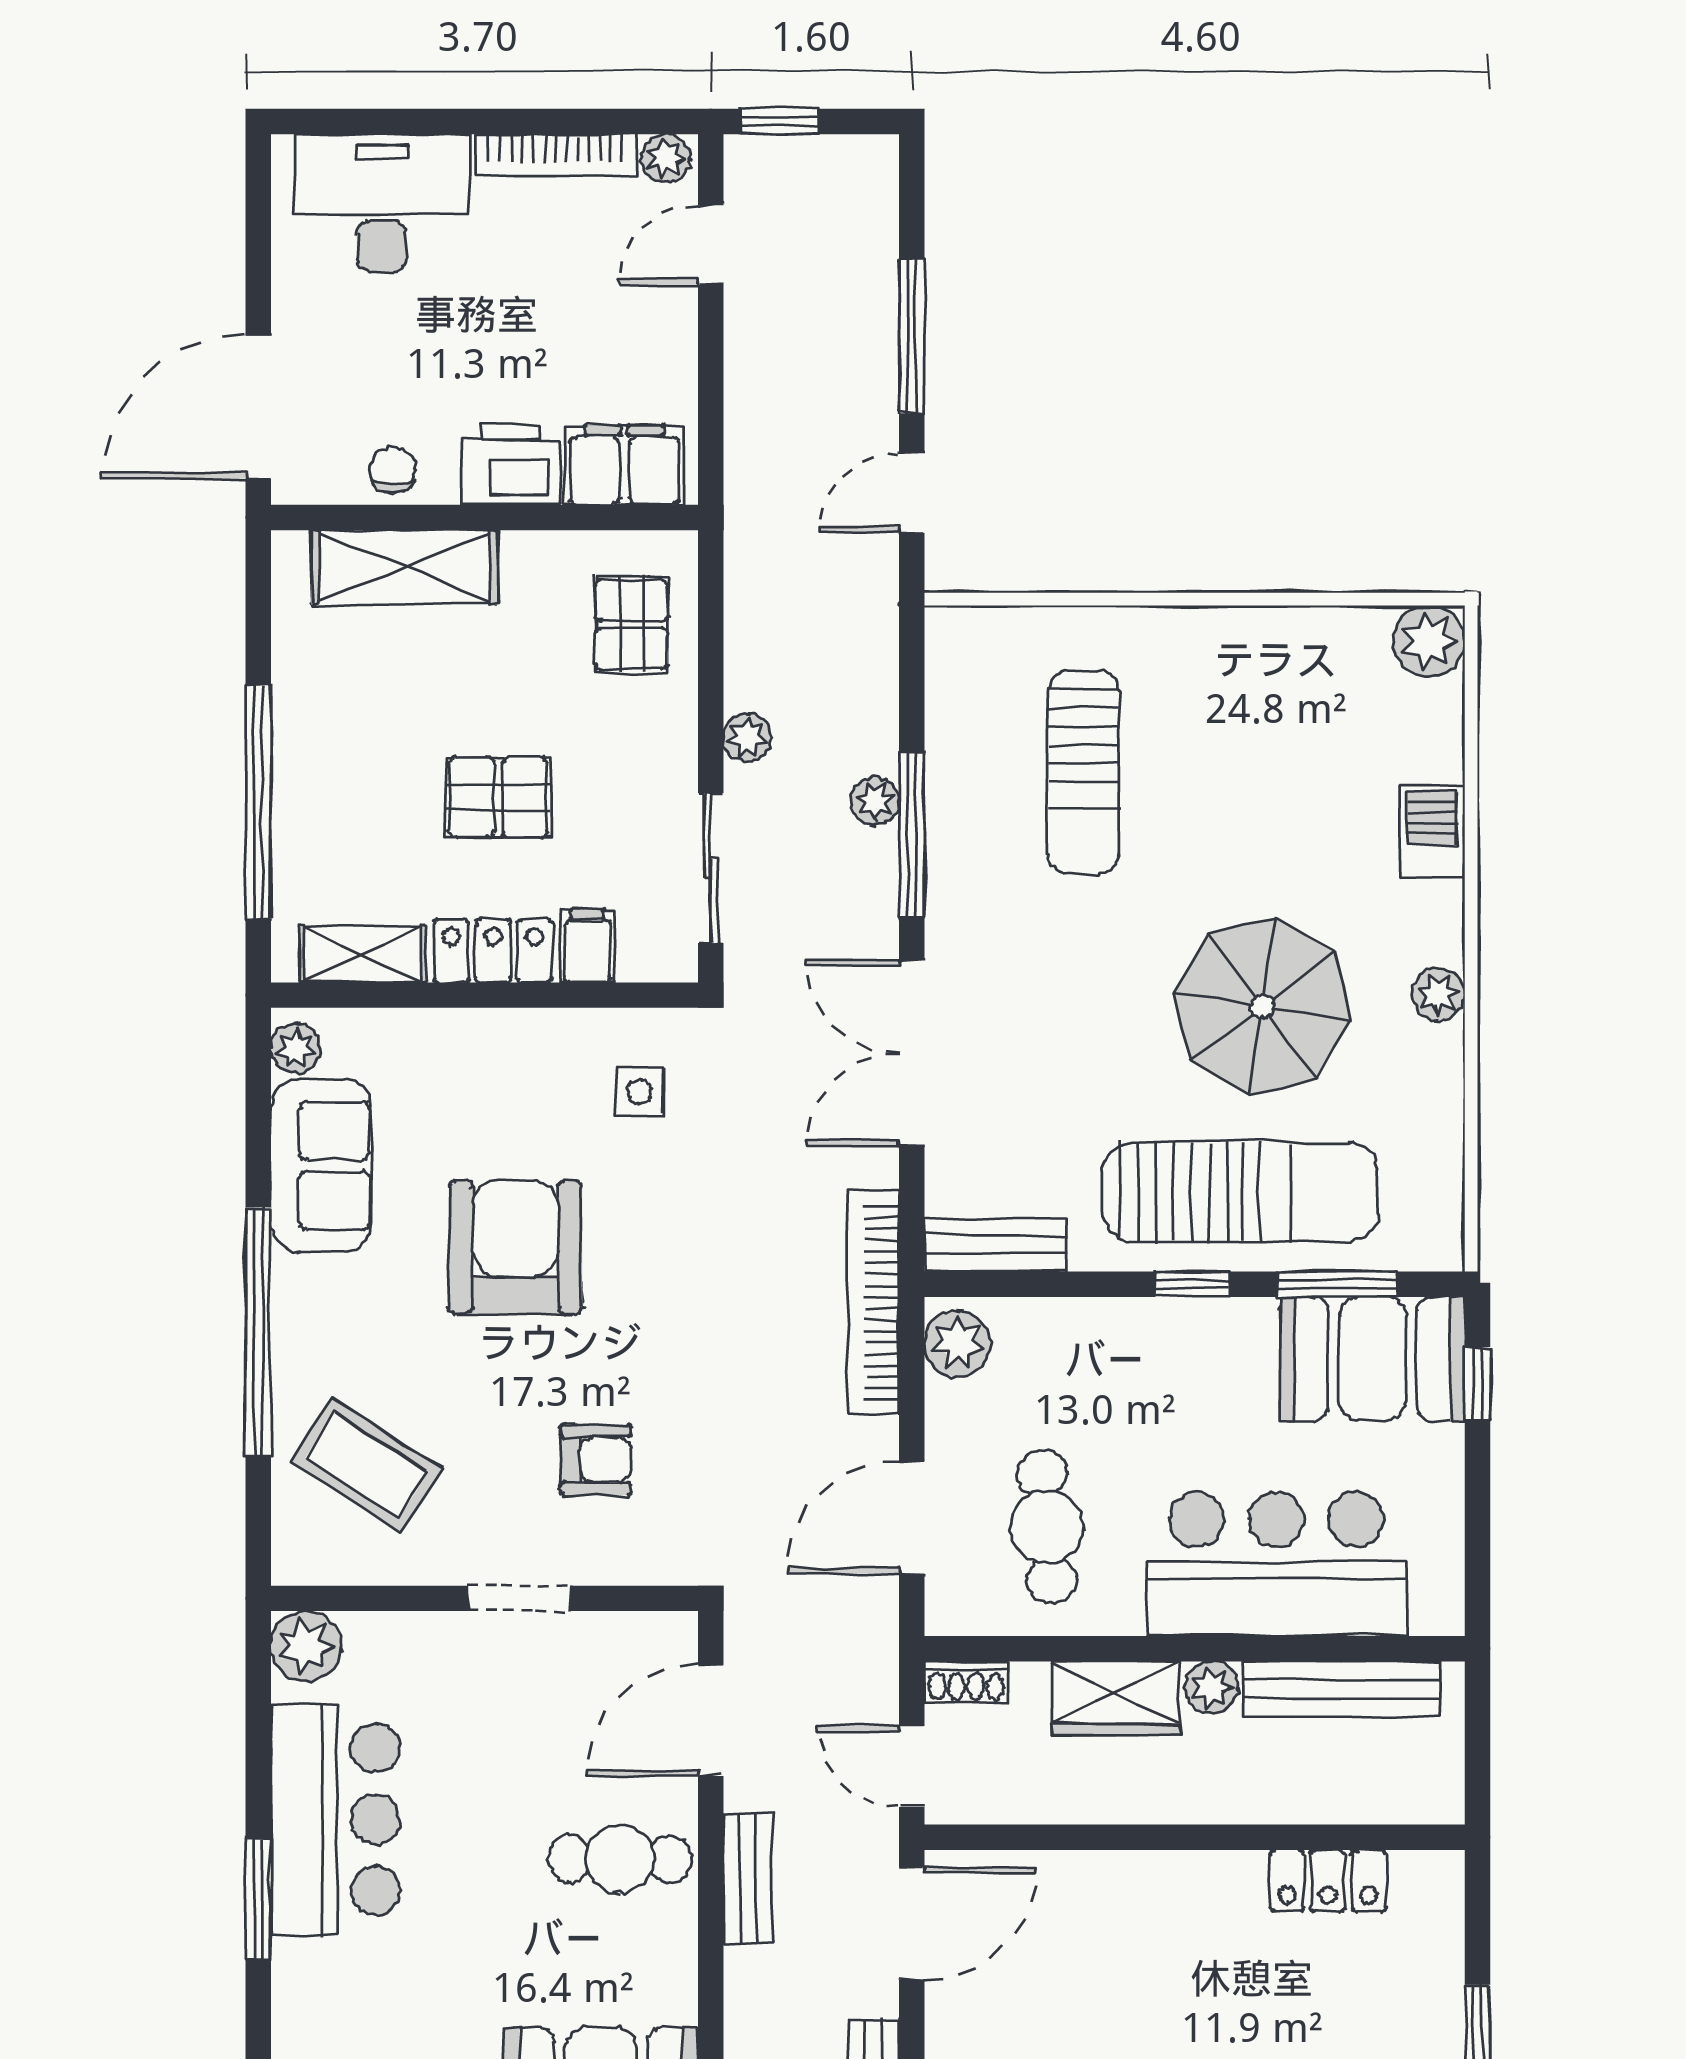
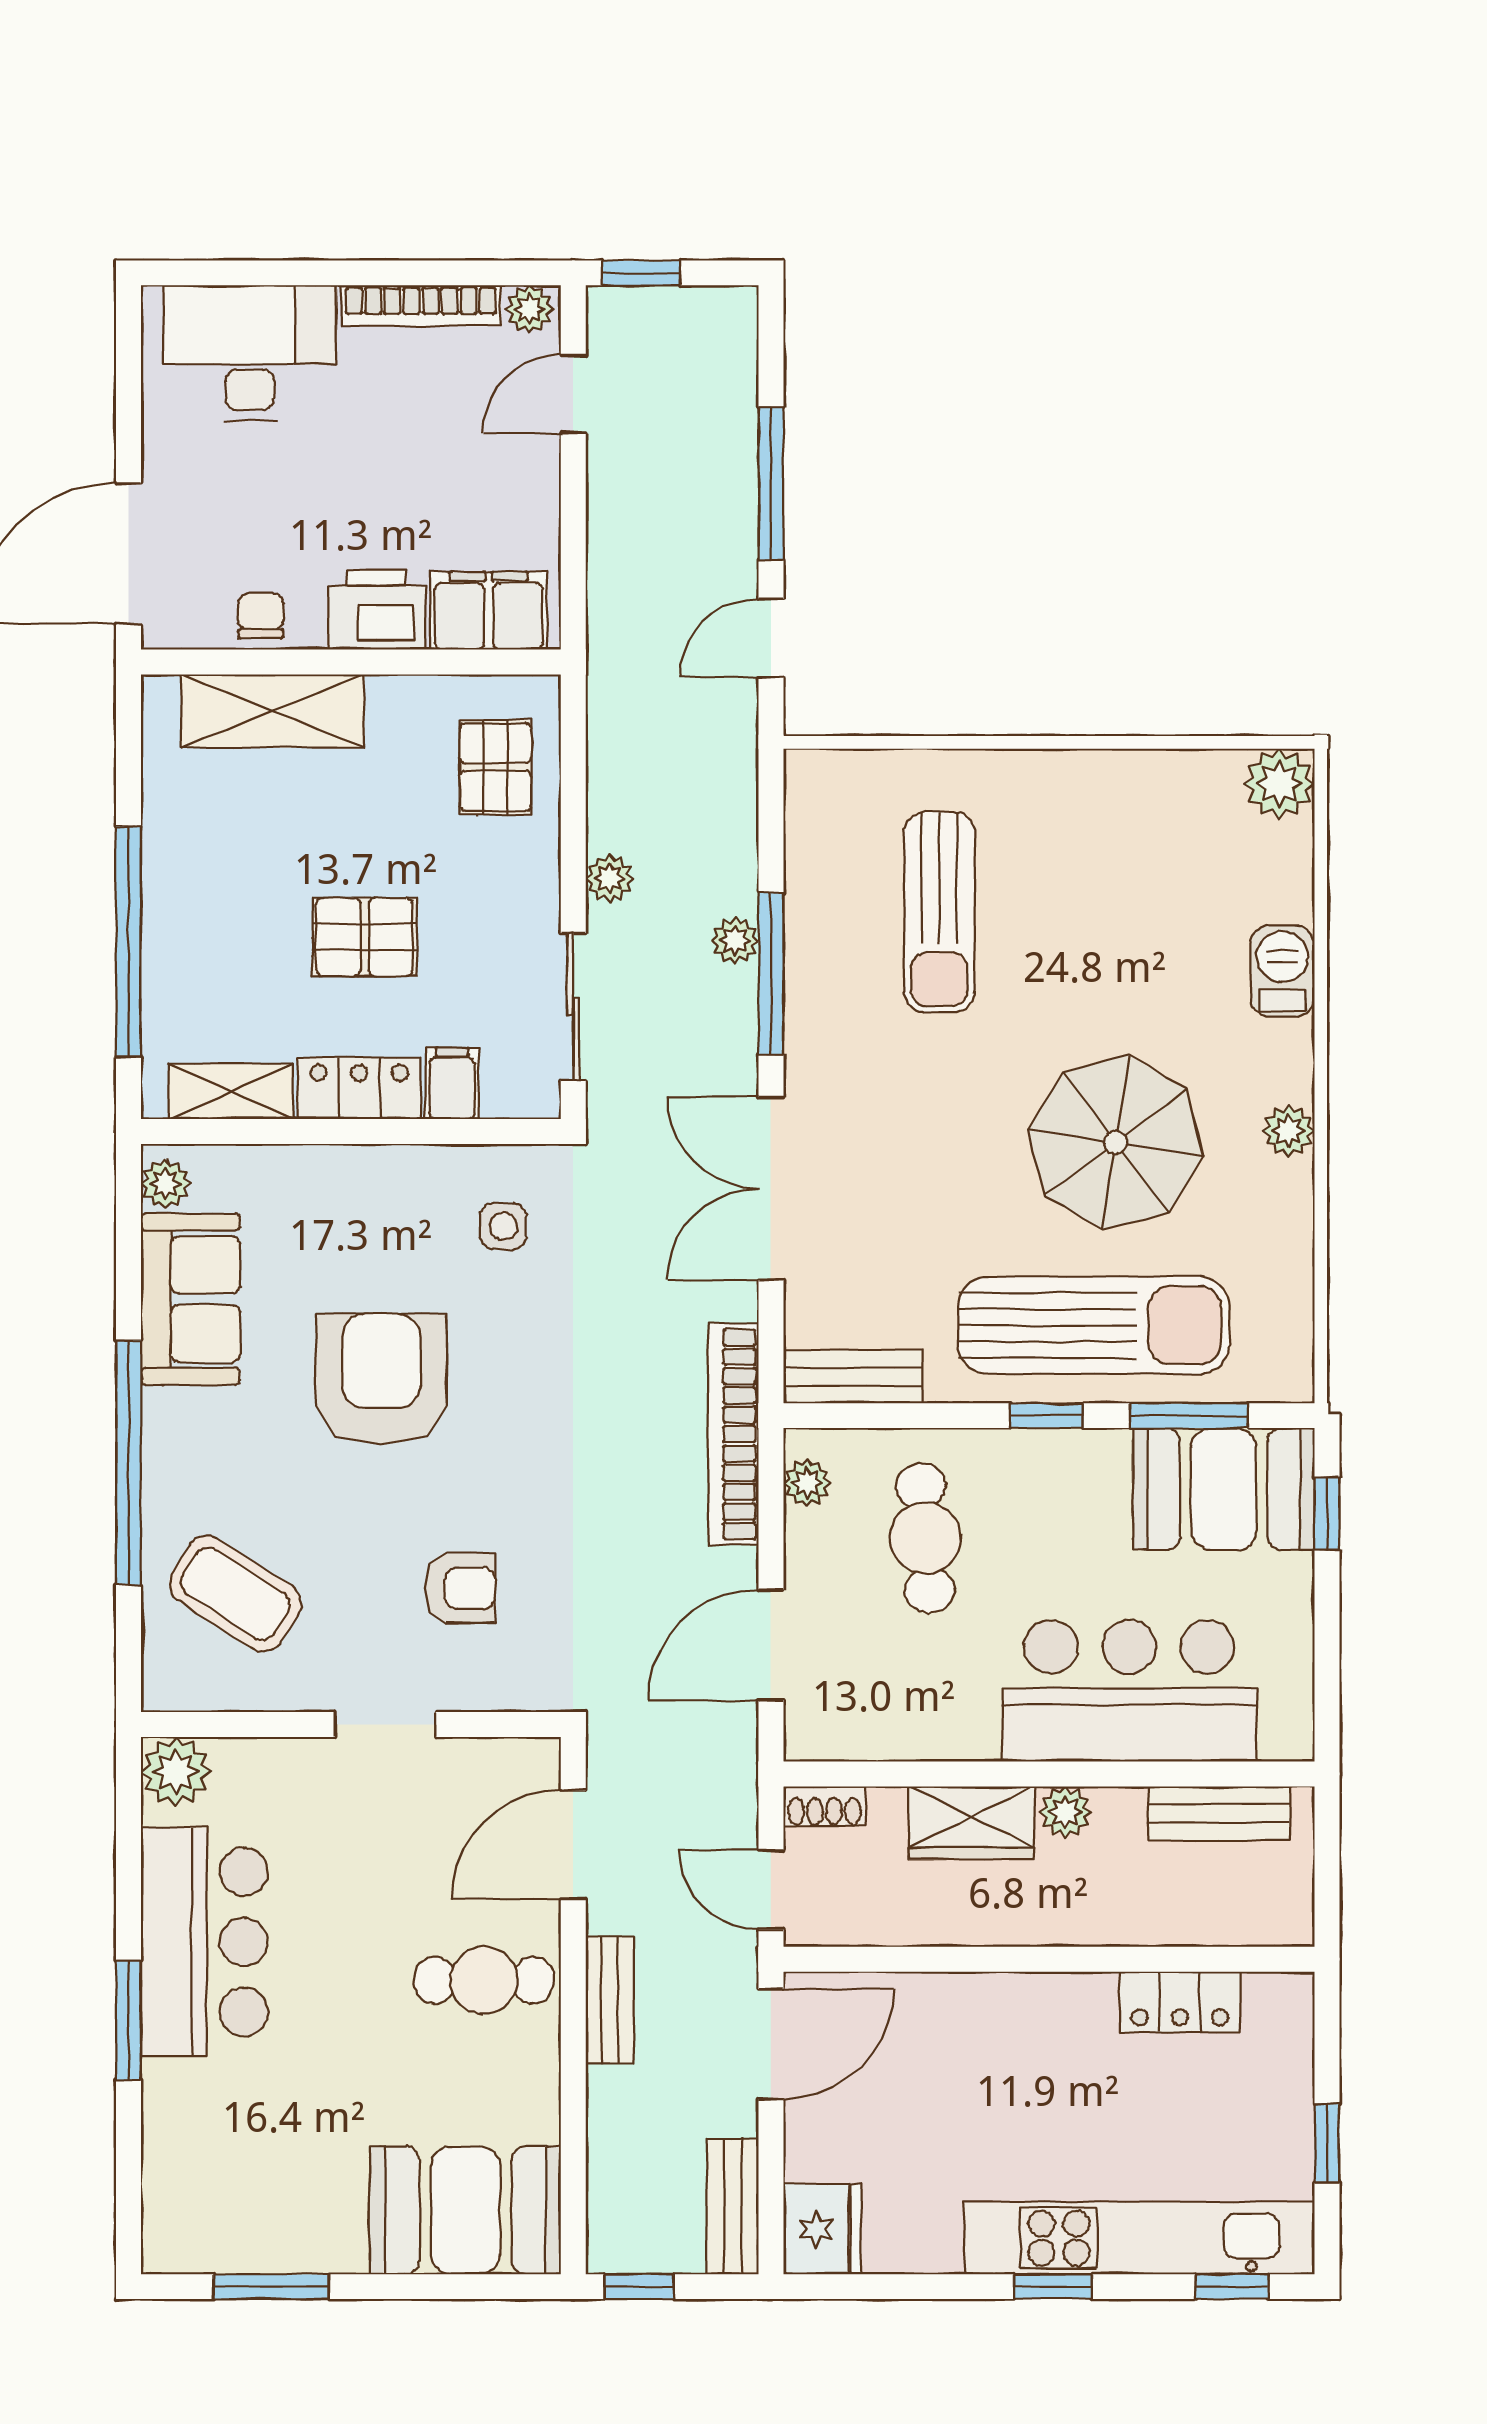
plant: (957, 1344) -> (807, 1483), width x0.73, depth x0.73
cafe table: (1047, 1527) -> (925, 1538), moved
bench: (1341, 1689) -> (1219, 1813), width x0.73

